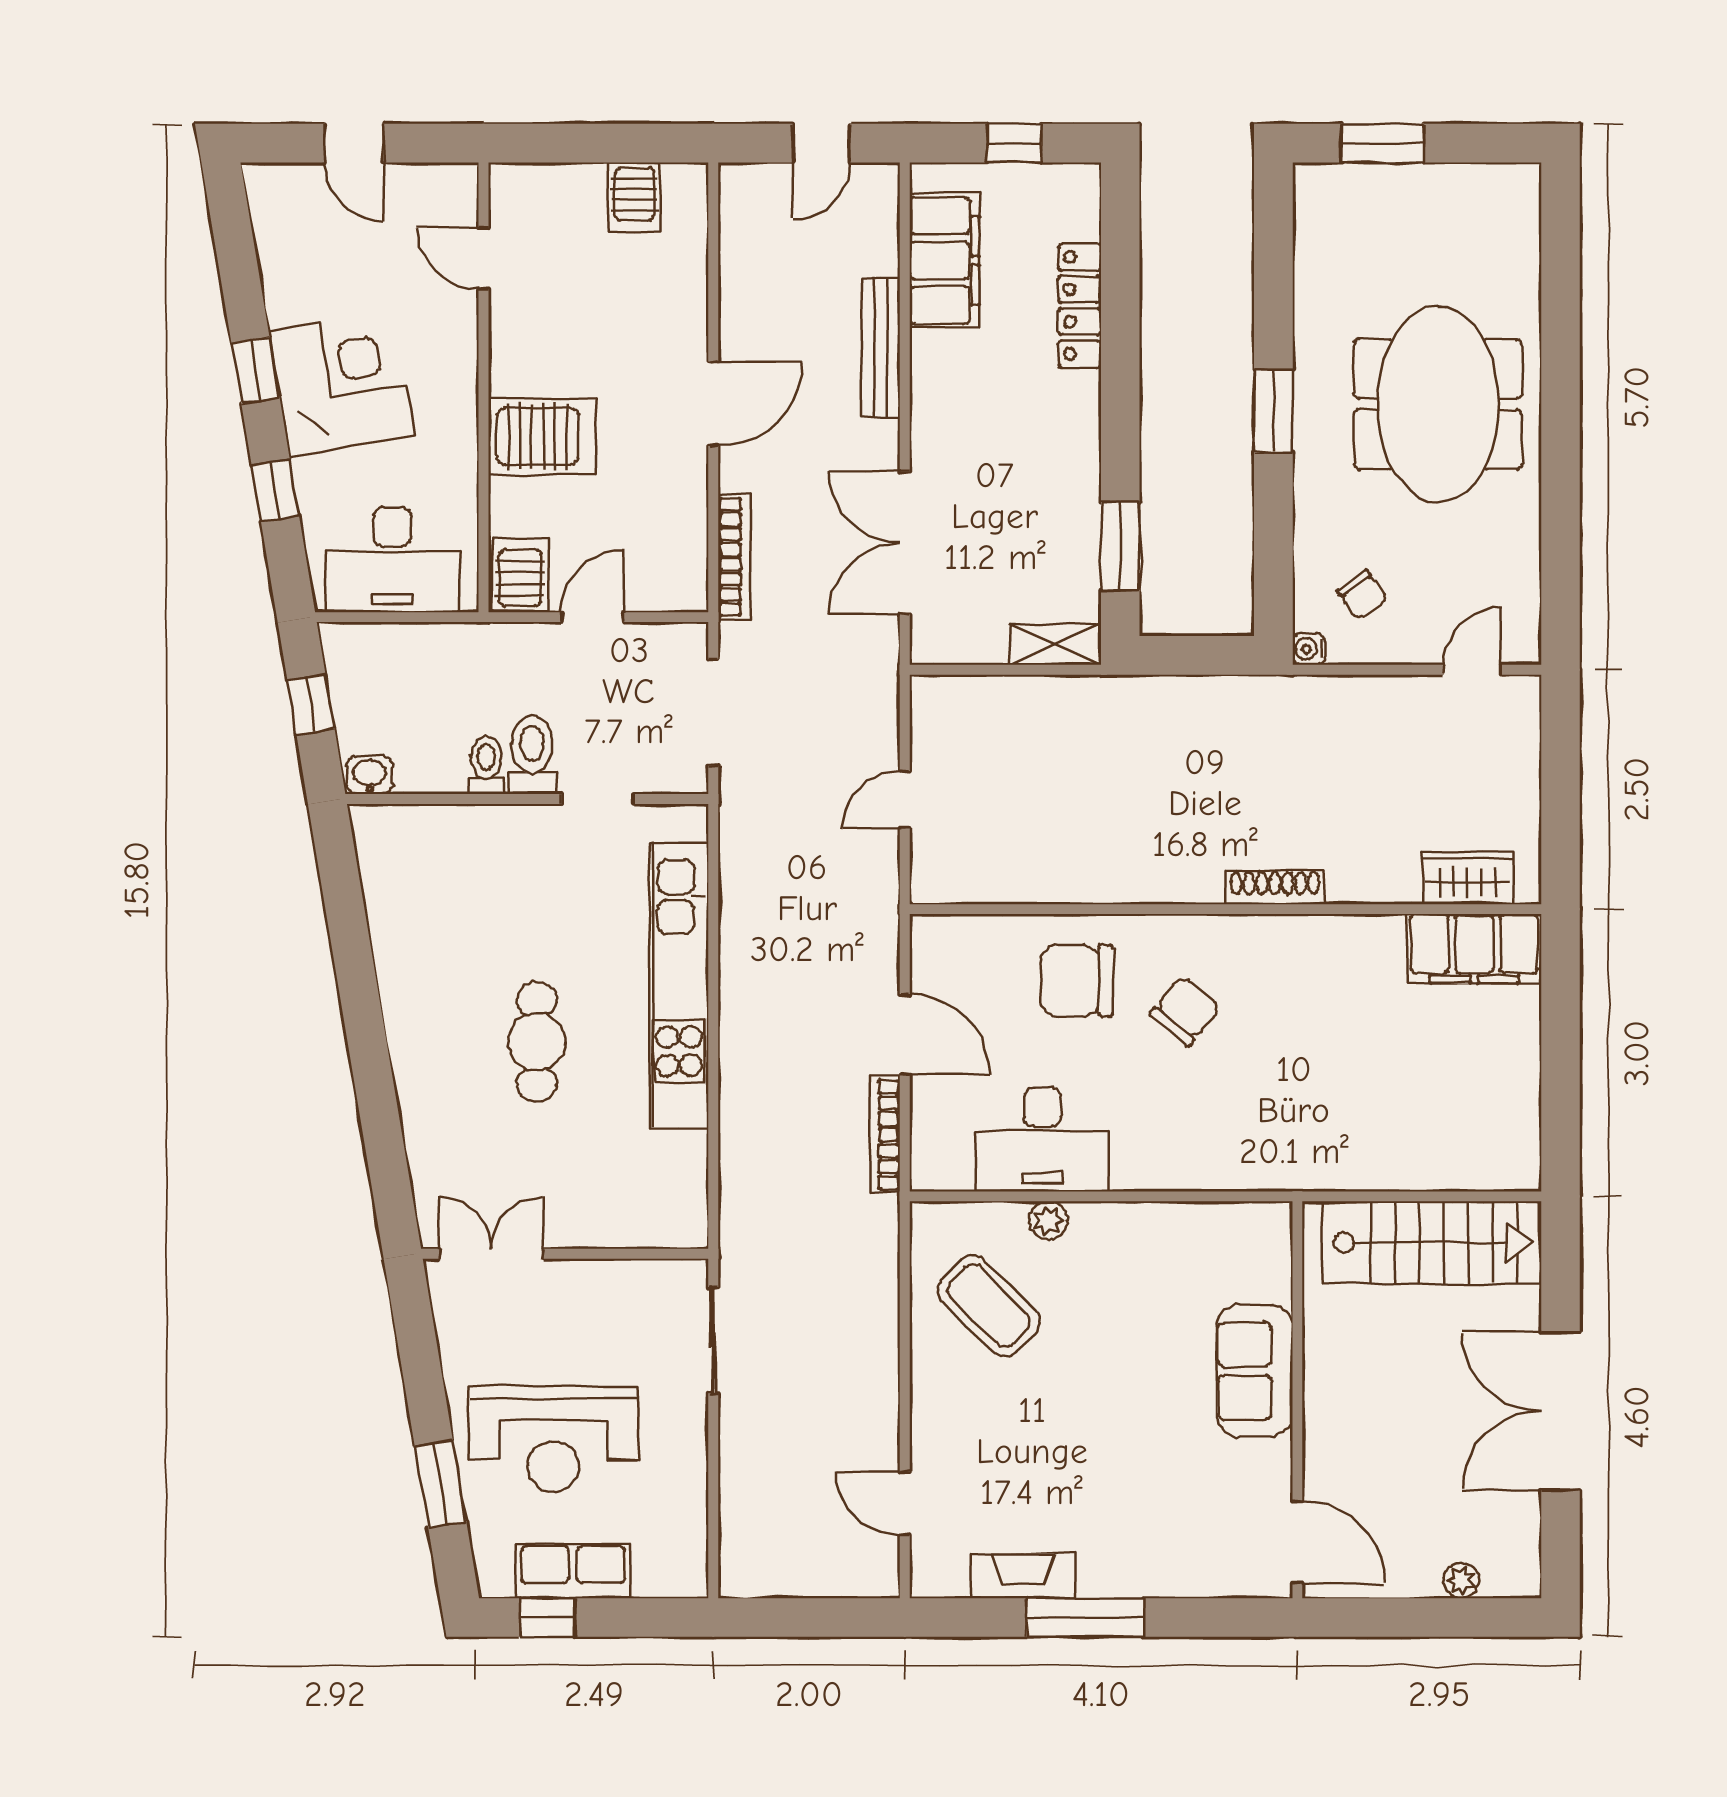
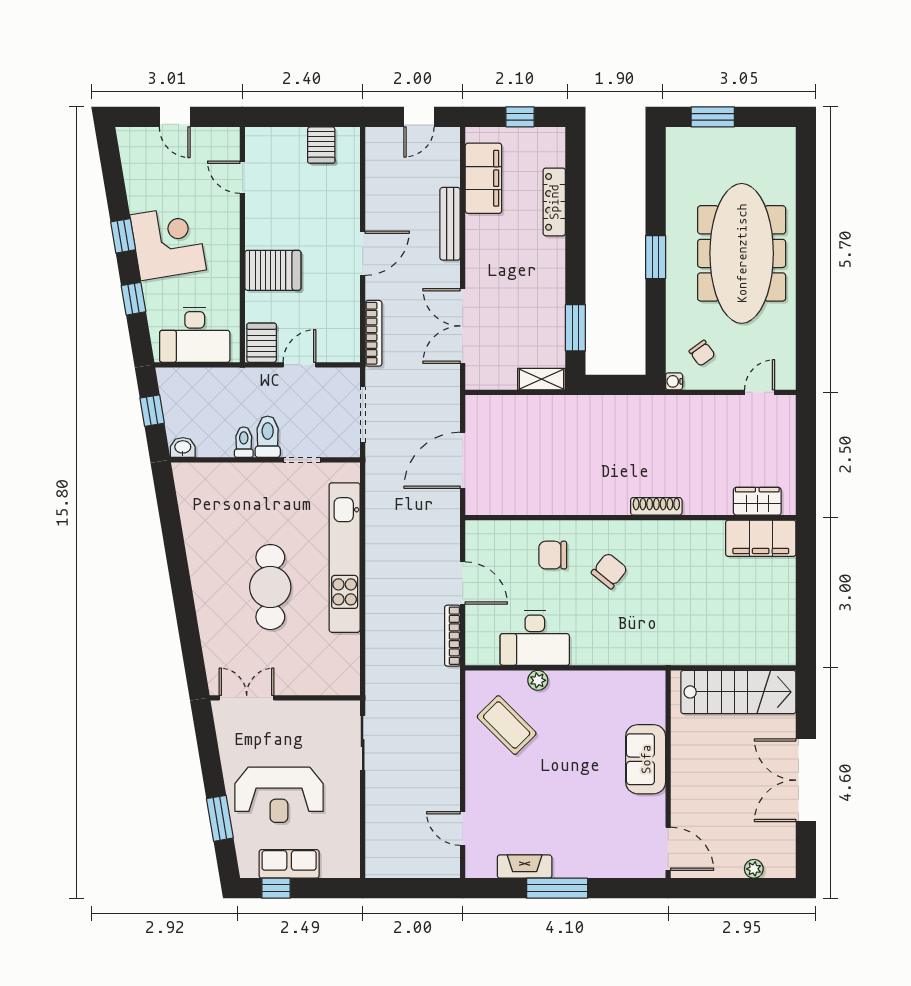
meeting table: (1438, 404) -> (742, 253), width x1.36
door: (905, 799) -> (463, 460), width x1.87
chair: (1077, 981) -> (553, 555), width x0.73, depth x0.73
cafe table: (537, 1042) -> (270, 587), width x1.37, depth x1.35

